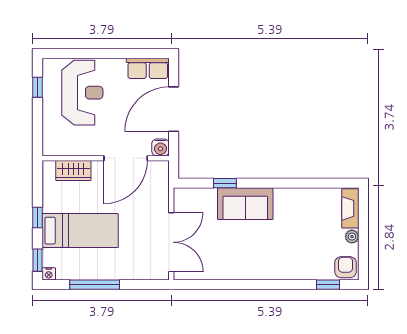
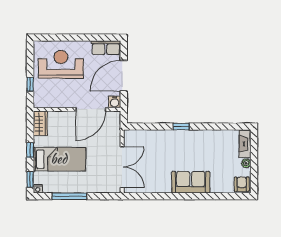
window: (38, 87) -> (30, 84), moved
reception desk: (82, 93) -> (61, 64), turned -90
wardrobe: (73, 171) -> (40, 124), moved, turned -90
window: (225, 183) -> (181, 127), moved
sofa: (245, 204) -> (191, 182), moved, turned 180
window: (328, 285) -> (230, 196), removed

